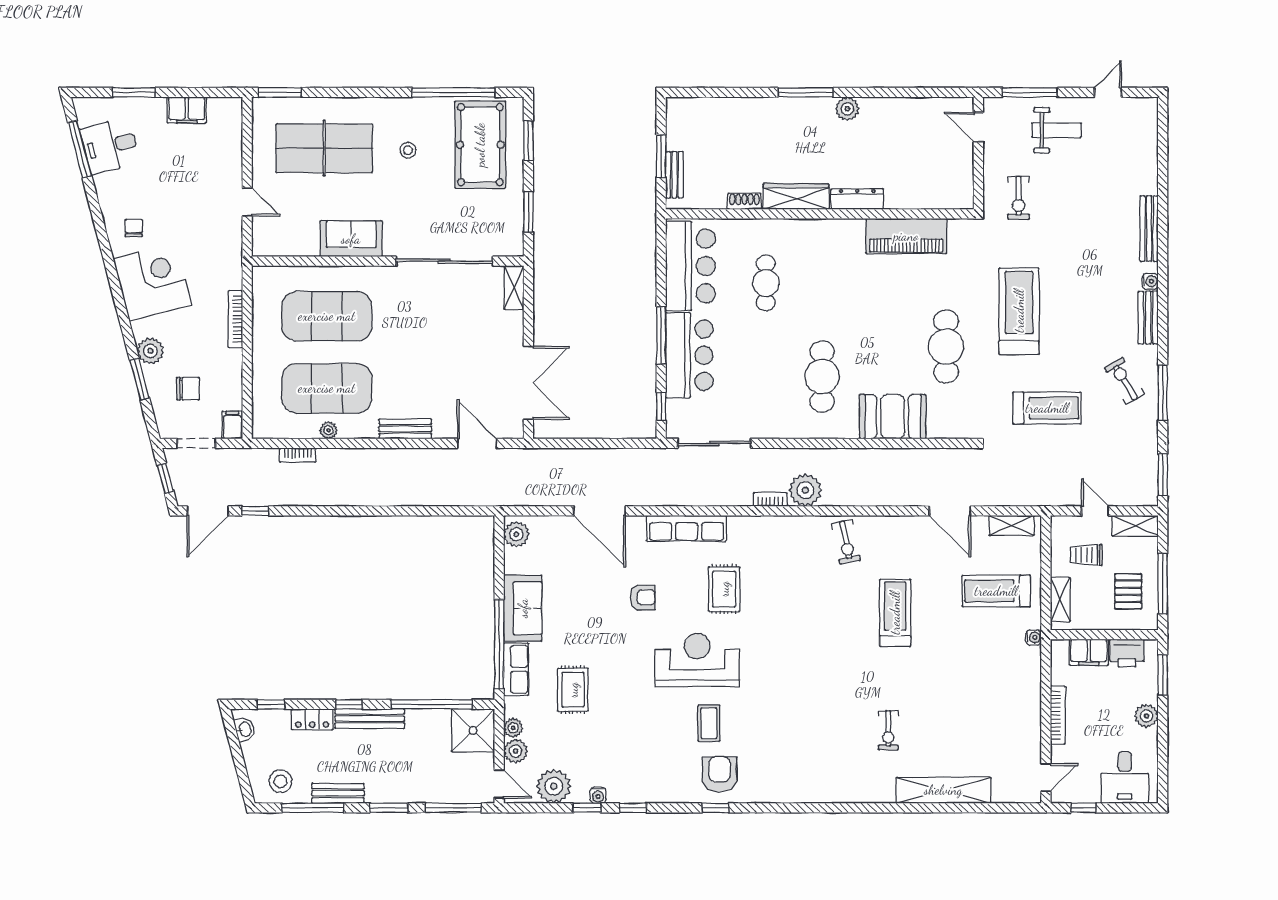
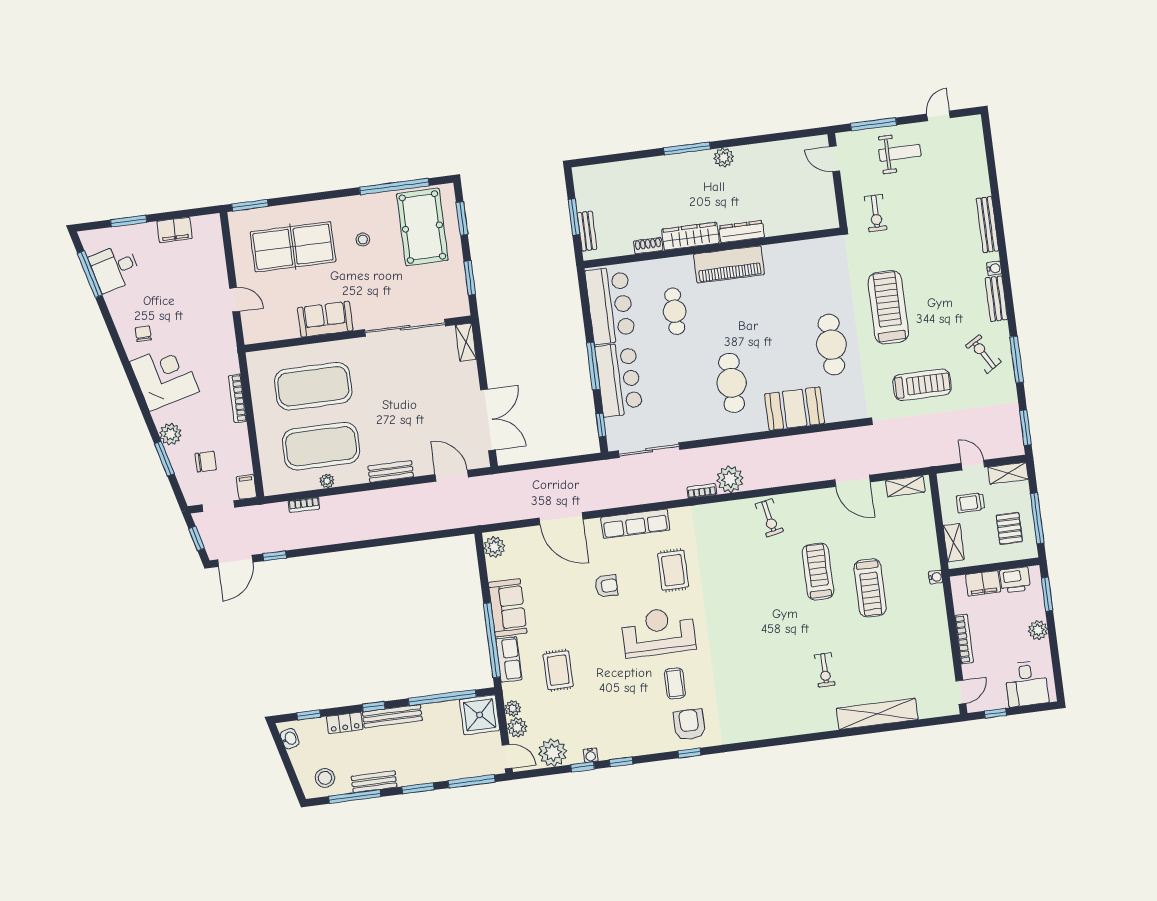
piano: (906, 236) -> (729, 264), moved
treadmill: (996, 591) -> (870, 588), moved, turned -90

